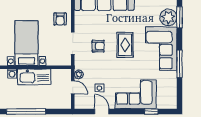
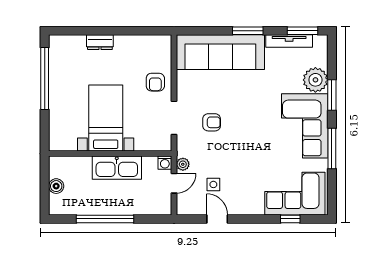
window: (179, 17) -> (332, 95), moved
rug: (125, 45) -> (251, 120), removed
washing machine: (12, 73) -> (165, 163), moved
door: (73, 87) -> (174, 183), hinge flipped
corner sofa: (136, 94) -> (295, 194), moved

